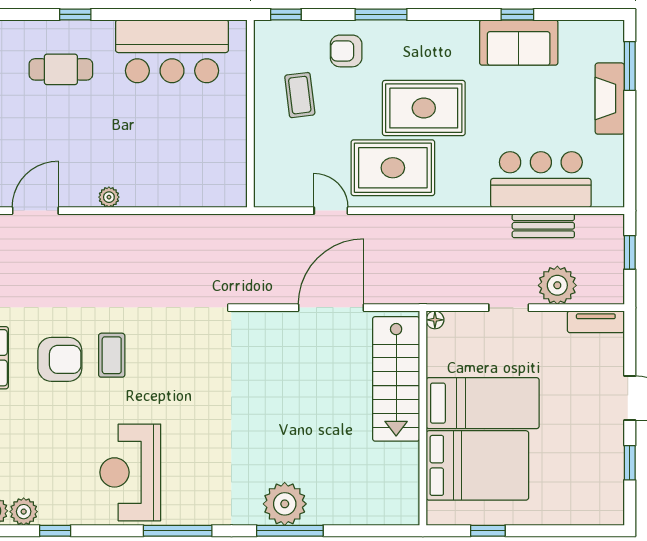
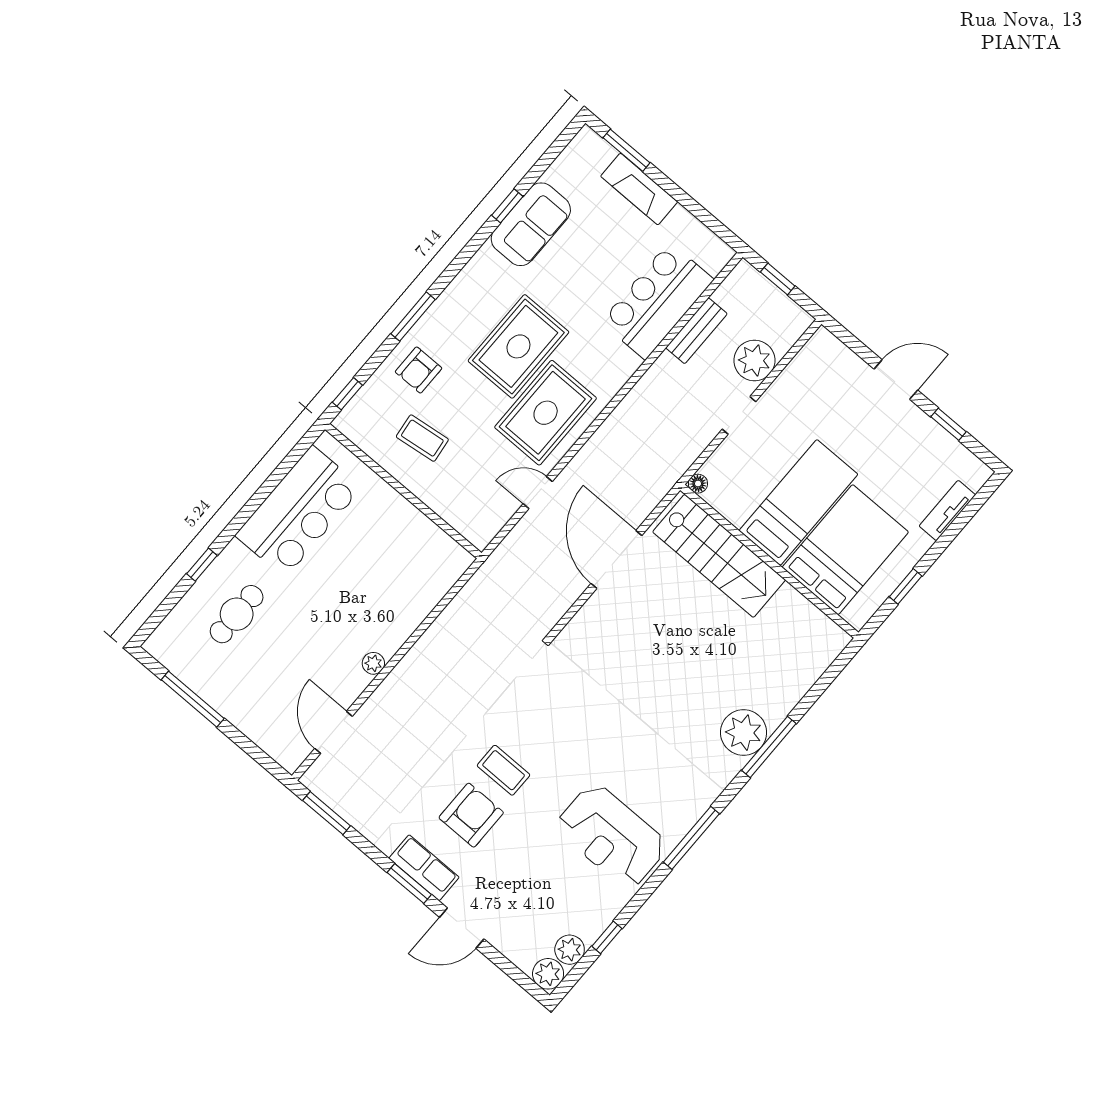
tv unit: (596, 322) -> (947, 510), moved, turned 180

